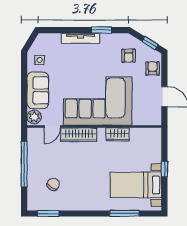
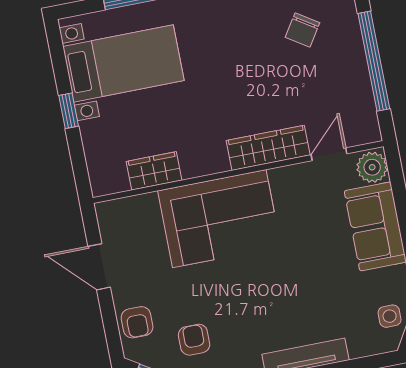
side table: (40, 60) -> (390, 316), moved
corner sofa: (98, 101) -> (219, 219), width x0.73, depth x0.74
wardrobe: (118, 134) -> (154, 171), moved

